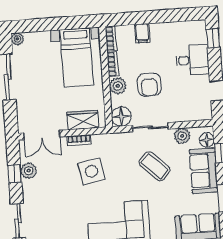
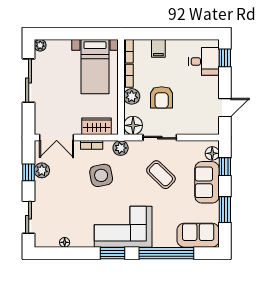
desk: (192, 60) -> (204, 61), moved
plant: (182, 136) -> (121, 148), moved

